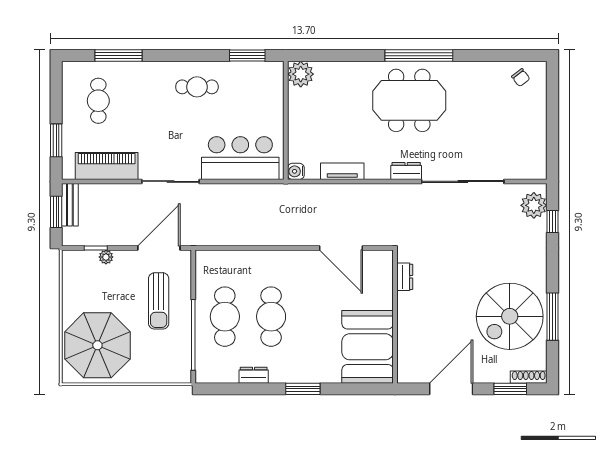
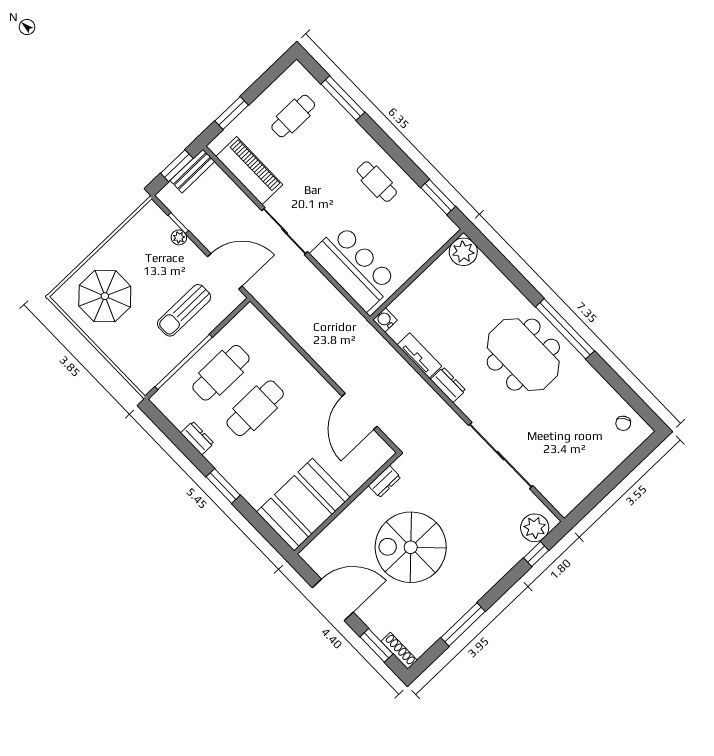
dresser: (406, 171) -> (448, 385), moved
spiral stairs: (510, 316) -> (411, 547), moved
parasol: (97, 345) -> (105, 296), width x0.73, depth x0.73

